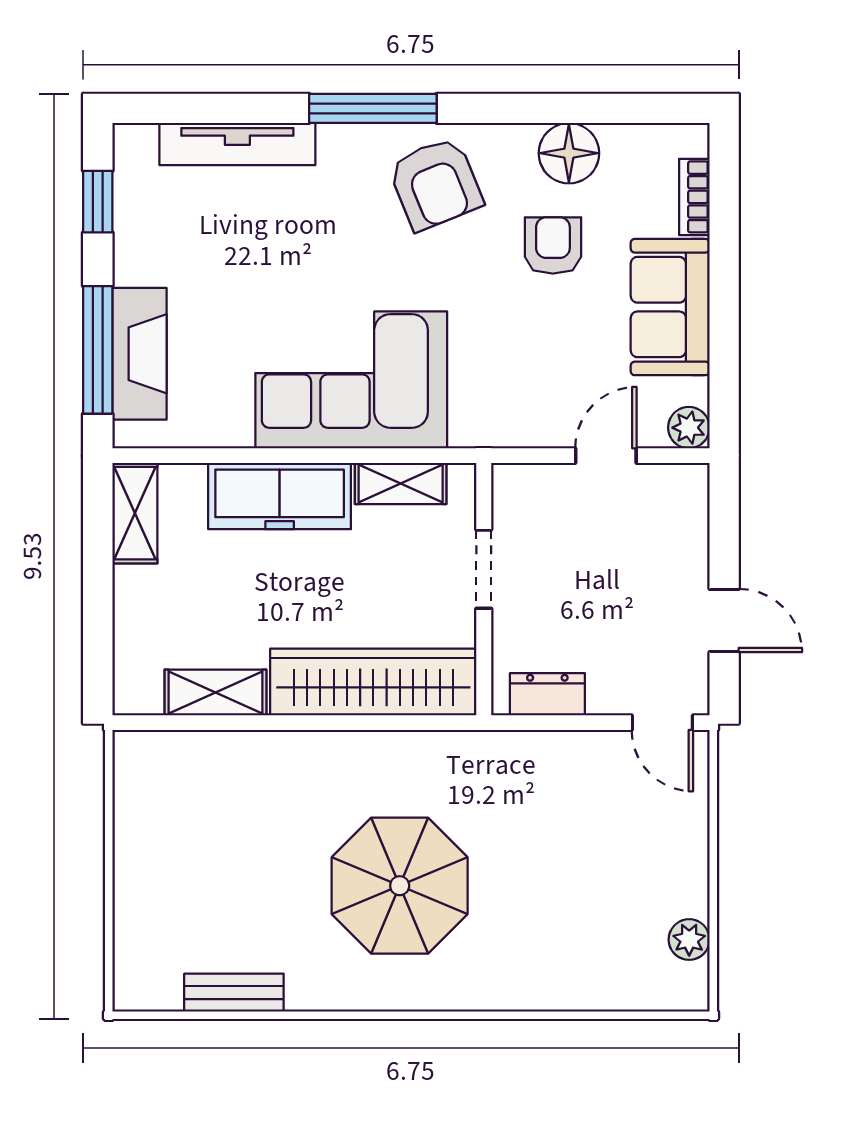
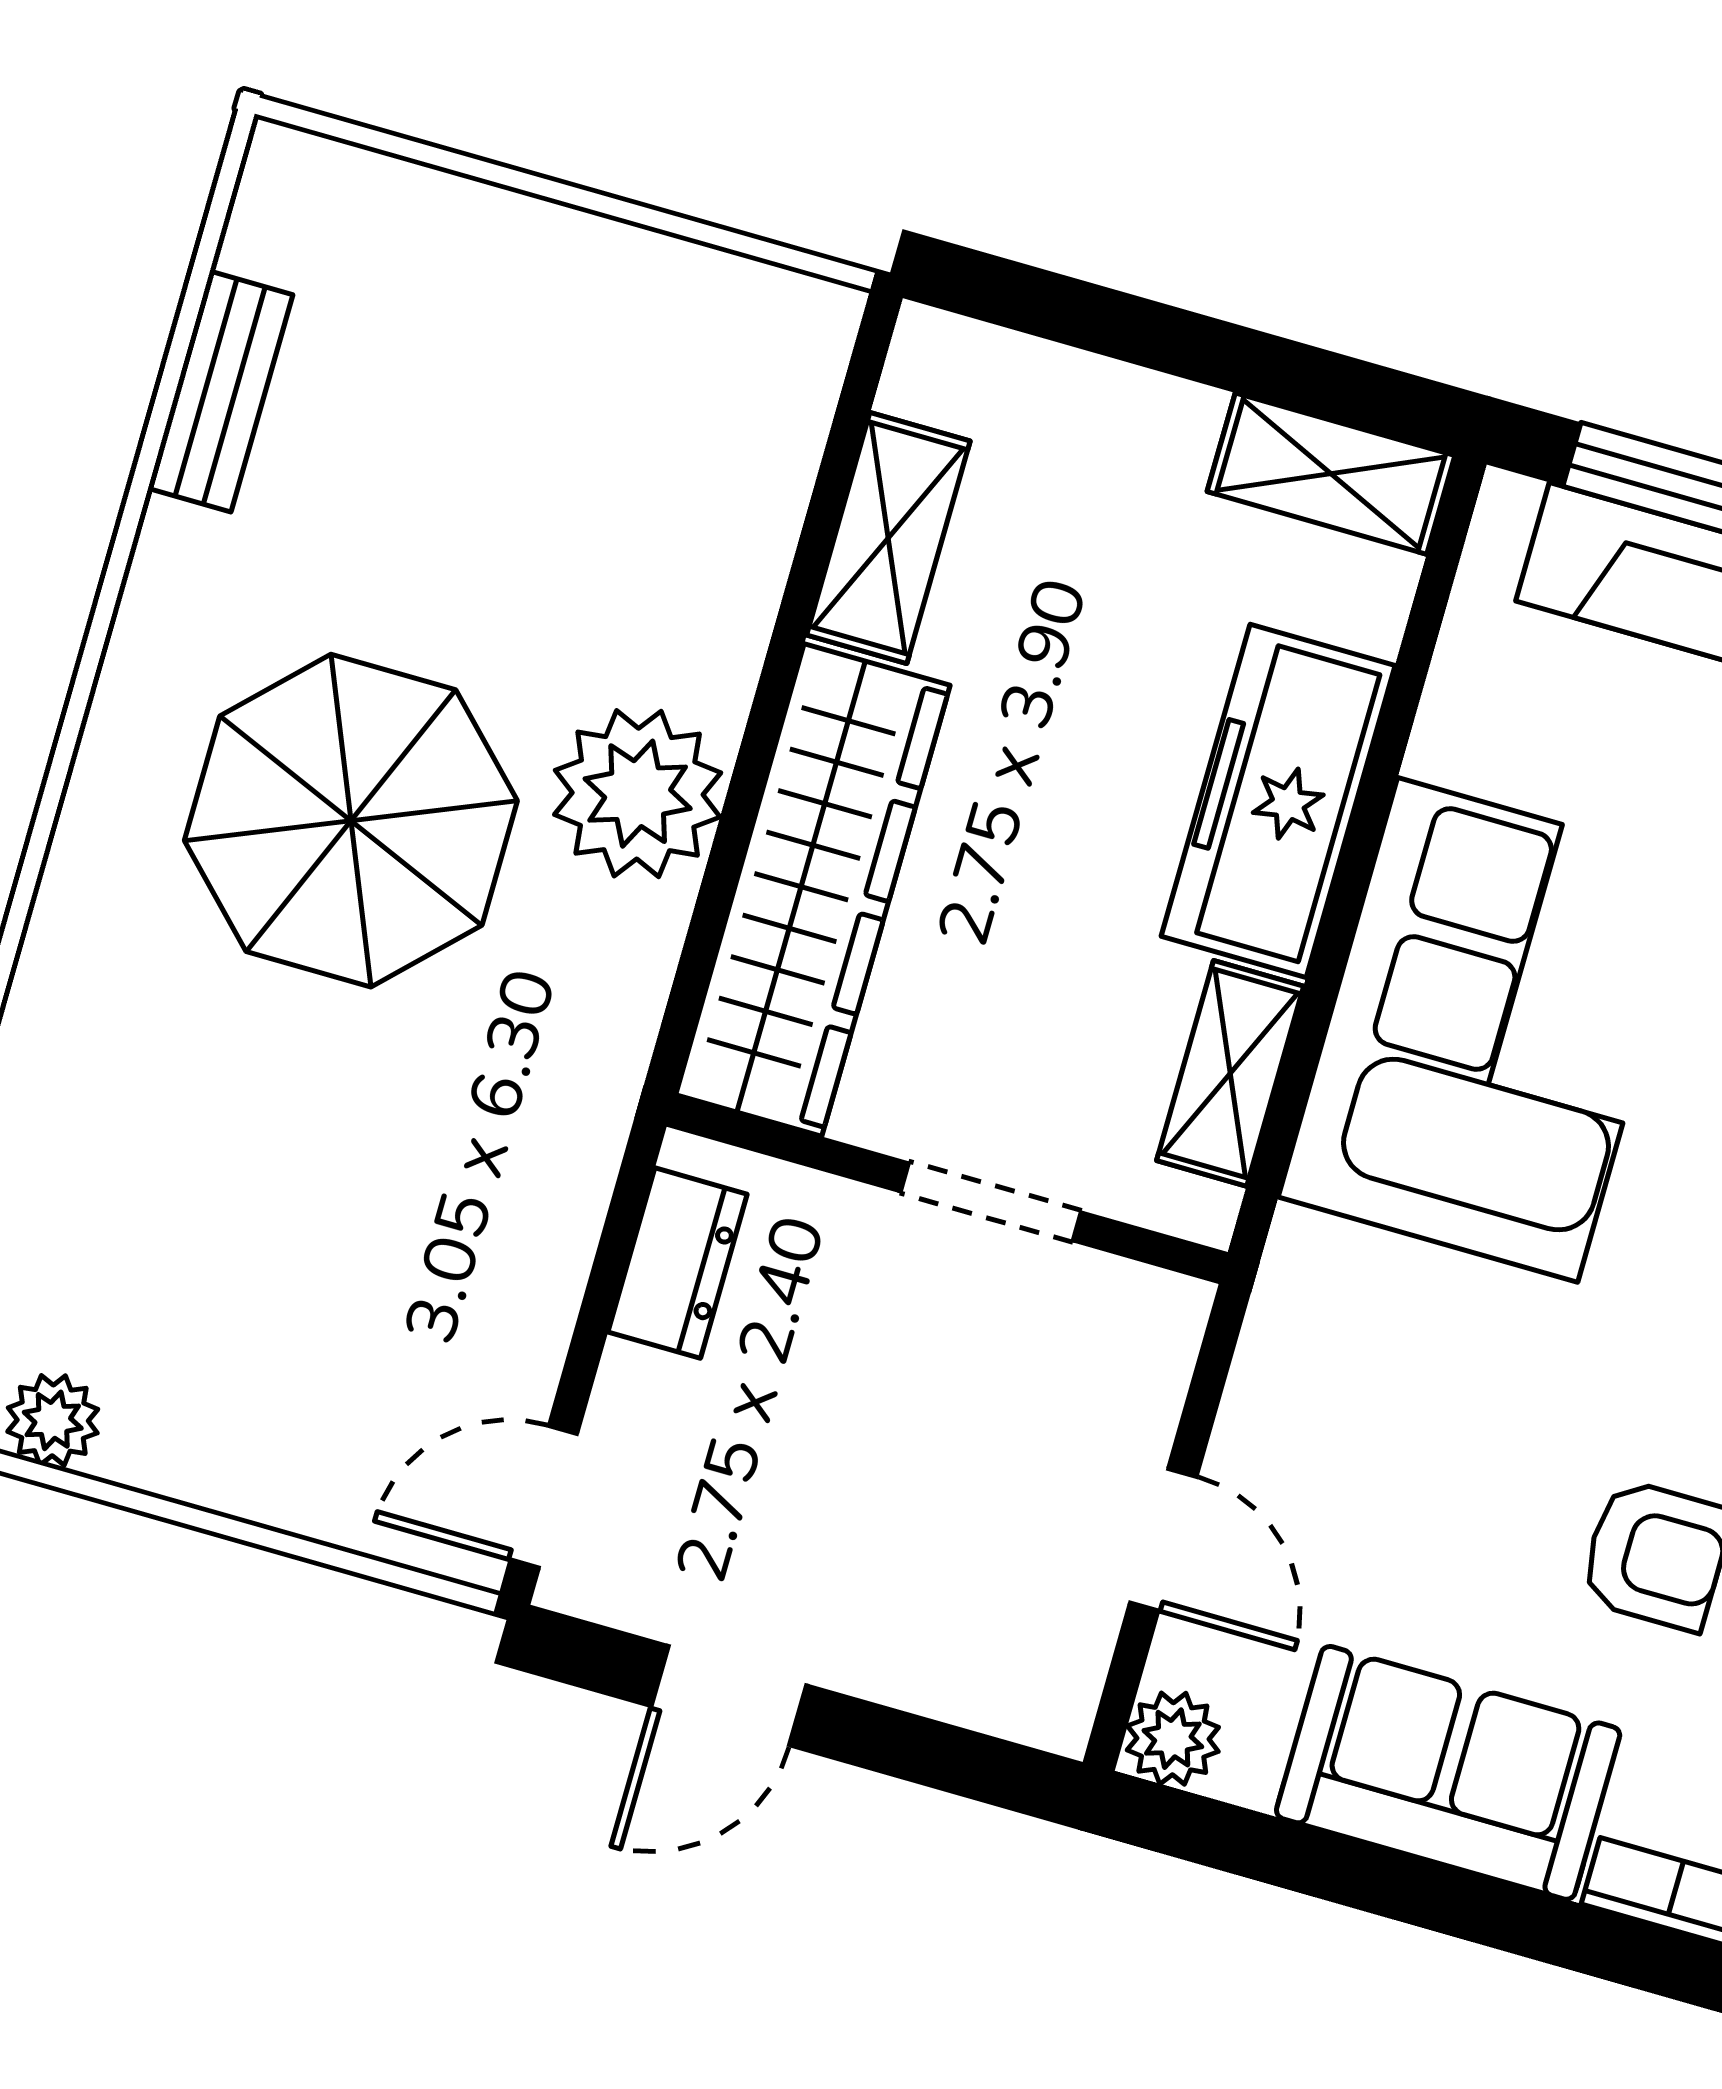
plant: (354, 768) -> (638, 794), added

